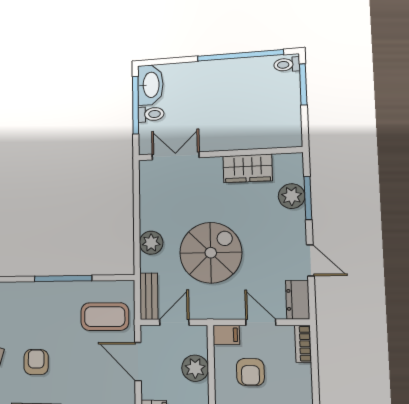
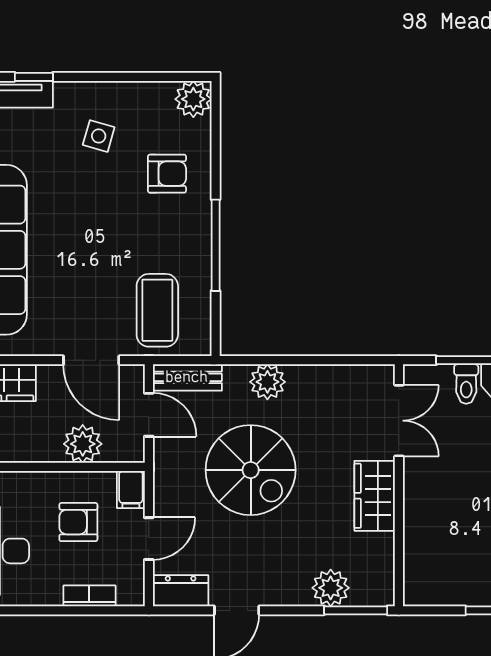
wardrobe: (248, 168) -> (375, 496), moved
window: (308, 198) -> (356, 610), moved
bookcase: (303, 344) -> (89, 596), moved
armchair: (36, 362) -> (167, 174), moved
door: (138, 362) -> (91, 360), swing flipped

